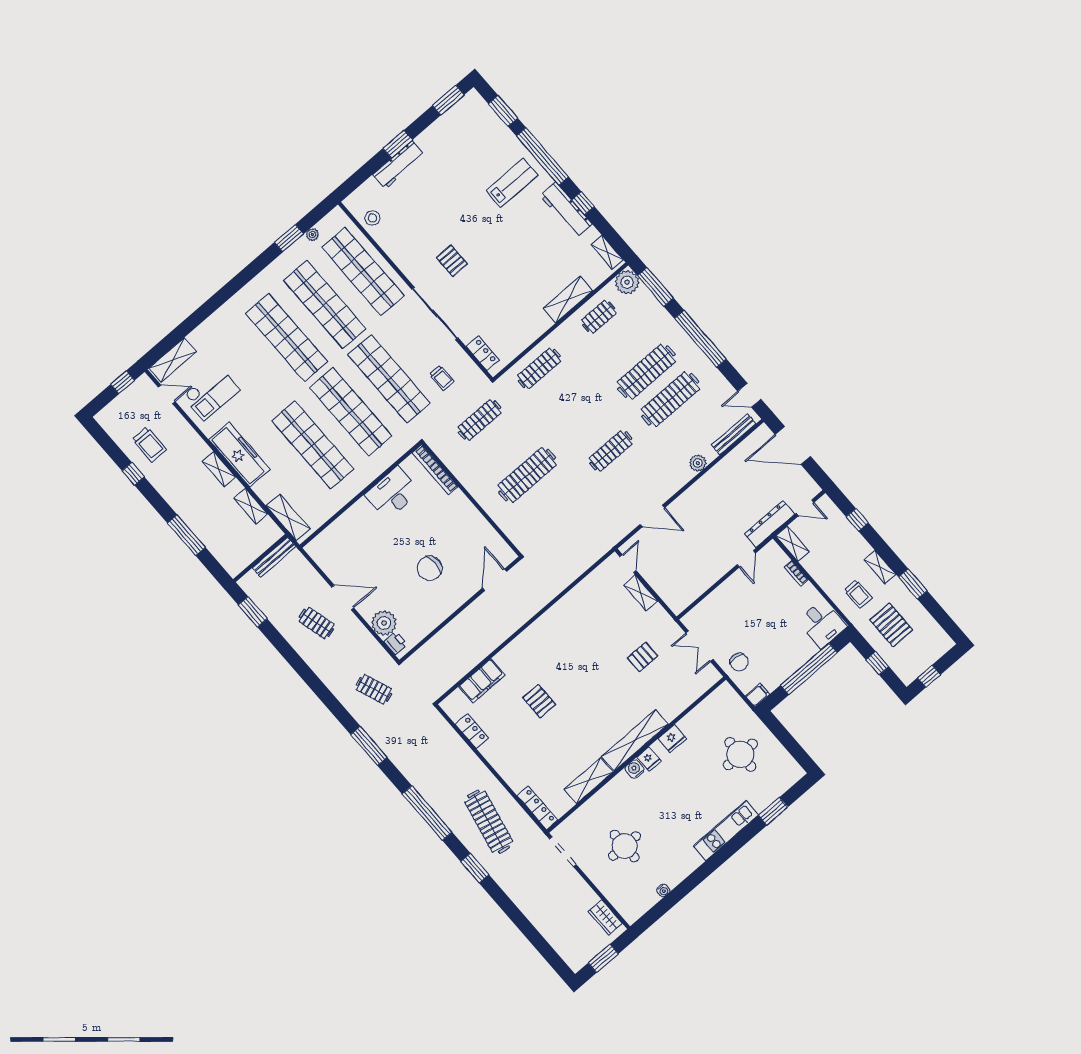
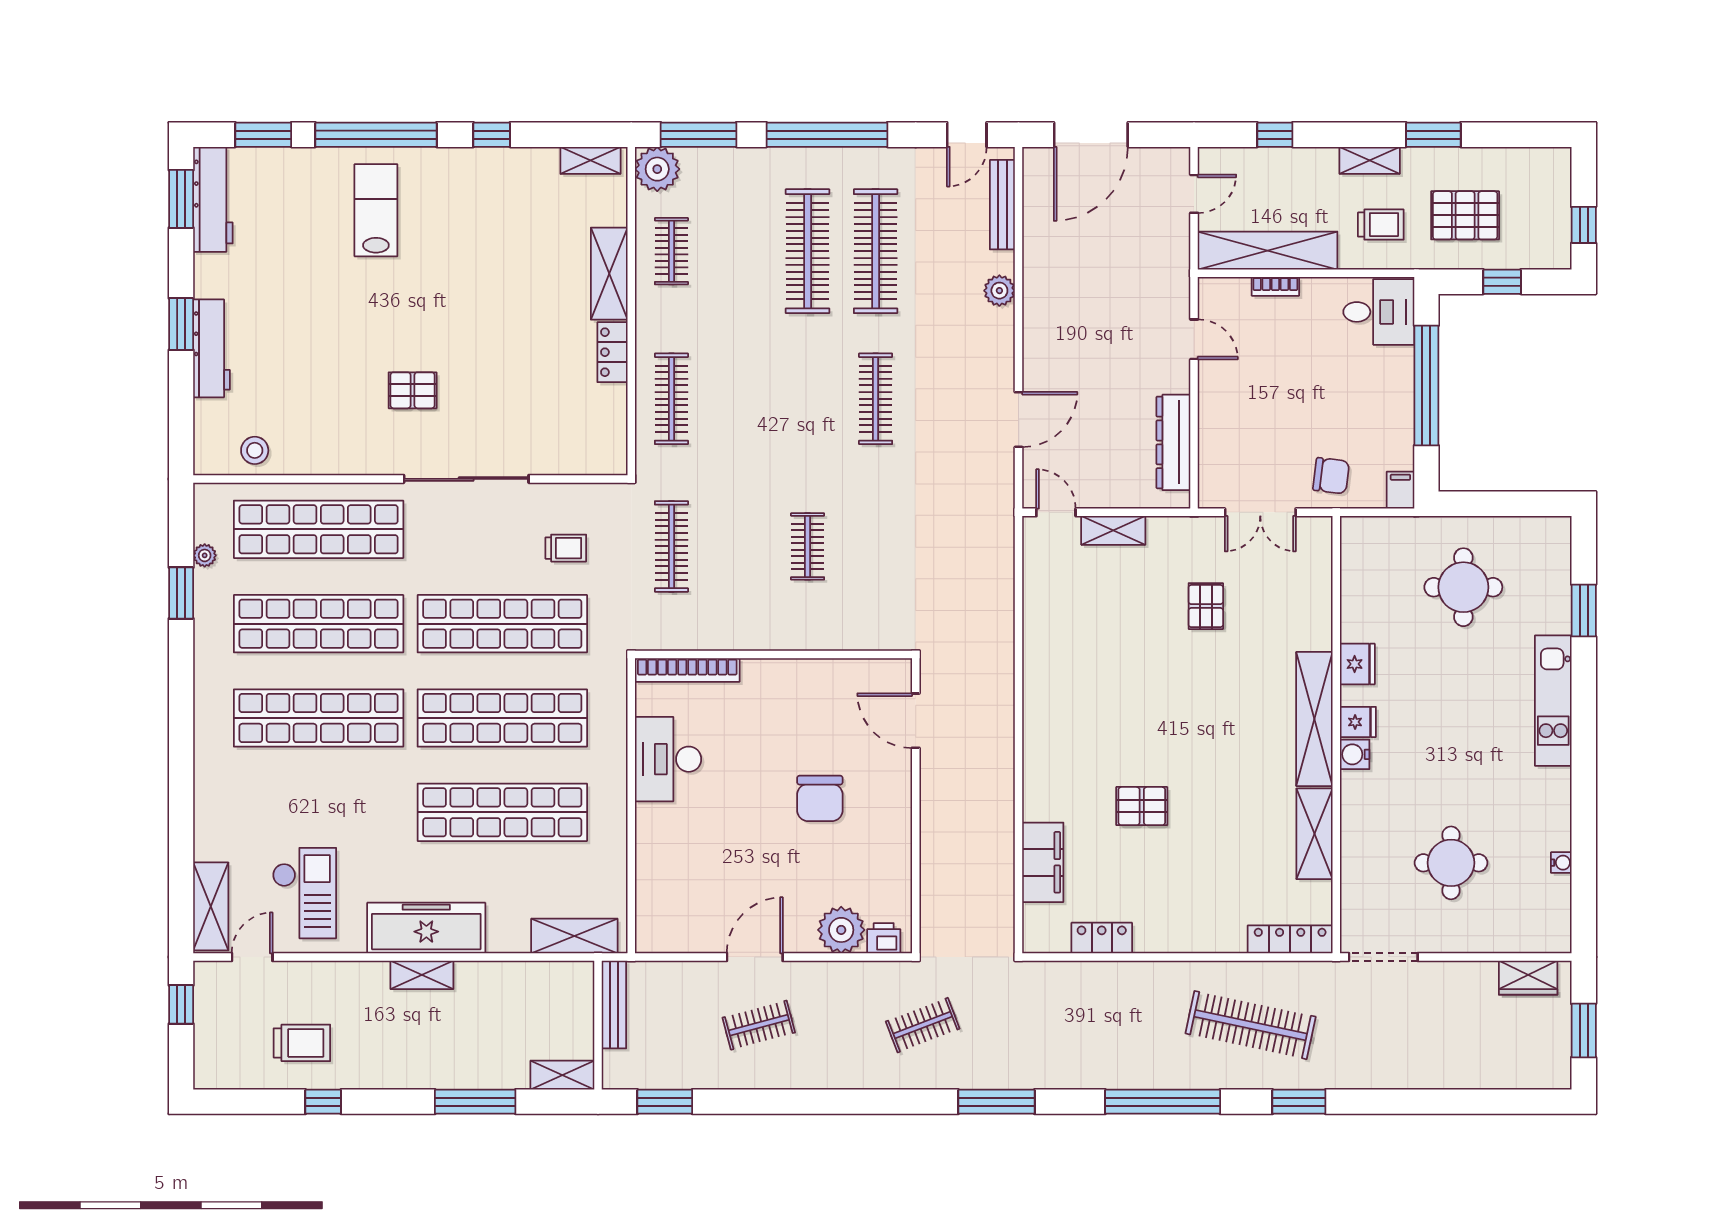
workbench: (566, 210) -> (213, 199), moved, turned -90
locker: (483, 353) -> (612, 352), moved, turned -90
clothes rail: (527, 475) -> (808, 546), width x0.54, depth x0.76
shelving: (251, 506) -> (562, 1075), moved
dresser: (770, 524) -> (1173, 442), moved
shelving: (793, 544) -> (1268, 251), width x2.20, depth x1.33

